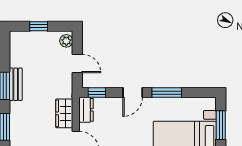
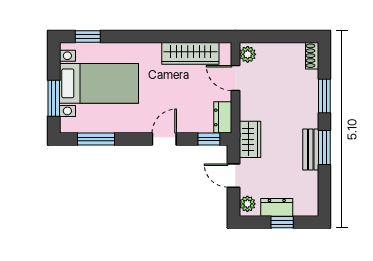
dresser: (43, 38) -> (277, 207), added
window: (167, 93) -> (96, 139), moved
wardrobe: (64, 113) -> (250, 139), moved

